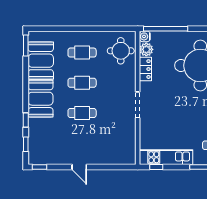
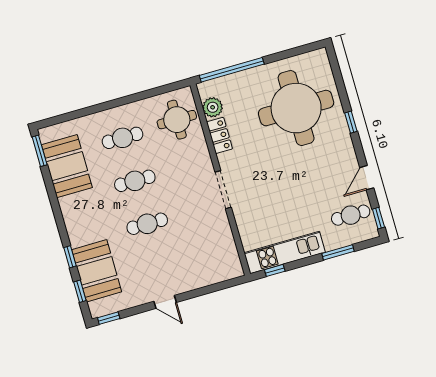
water cooler: (145, 36) -> (205, 89), removed
booth: (41, 99) -> (97, 271), moved

